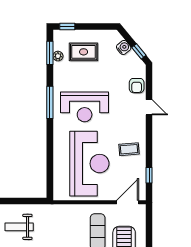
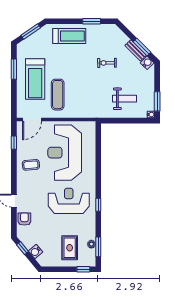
rug: (84, 52) -> (70, 248), turned 90
window: (50, 102) -> (98, 205), width x0.46

